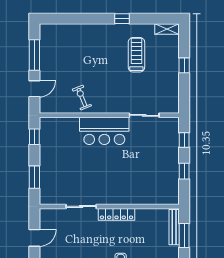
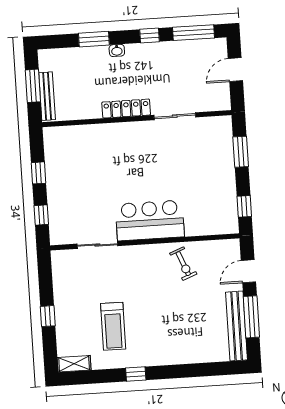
bench: (46, 49) -> (237, 326), added

